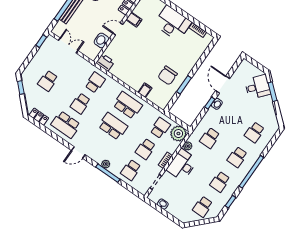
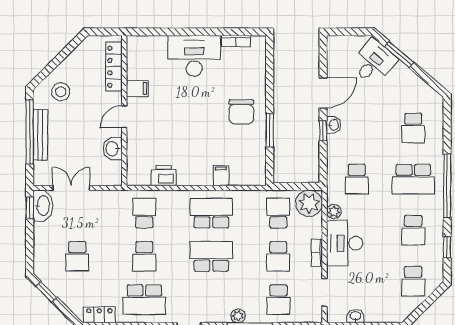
washbasin: (48, 44) -> (43, 206), added
printer: (105, 62) -> (164, 176), moved
chair: (168, 75) -> (241, 112), moved
door: (223, 85) -> (323, 93), swing flipped
school desk: (237, 157) -> (413, 179), width x1.85

